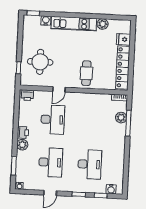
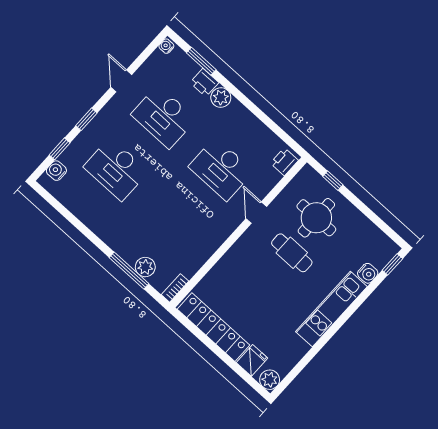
plant: (103, 24) -> (270, 380), moved
cafe table: (86, 73) -> (292, 253), moved
printer: (23, 132) -> (204, 83), moved

